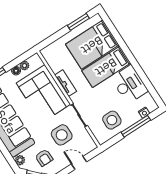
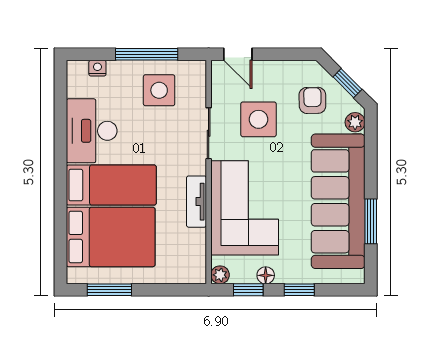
window: (20, 60) -> (248, 290), added
plant: (24, 66) -> (220, 275), moved
window: (136, 126) -> (147, 54), moved
door: (79, 163) -> (238, 54), moved

